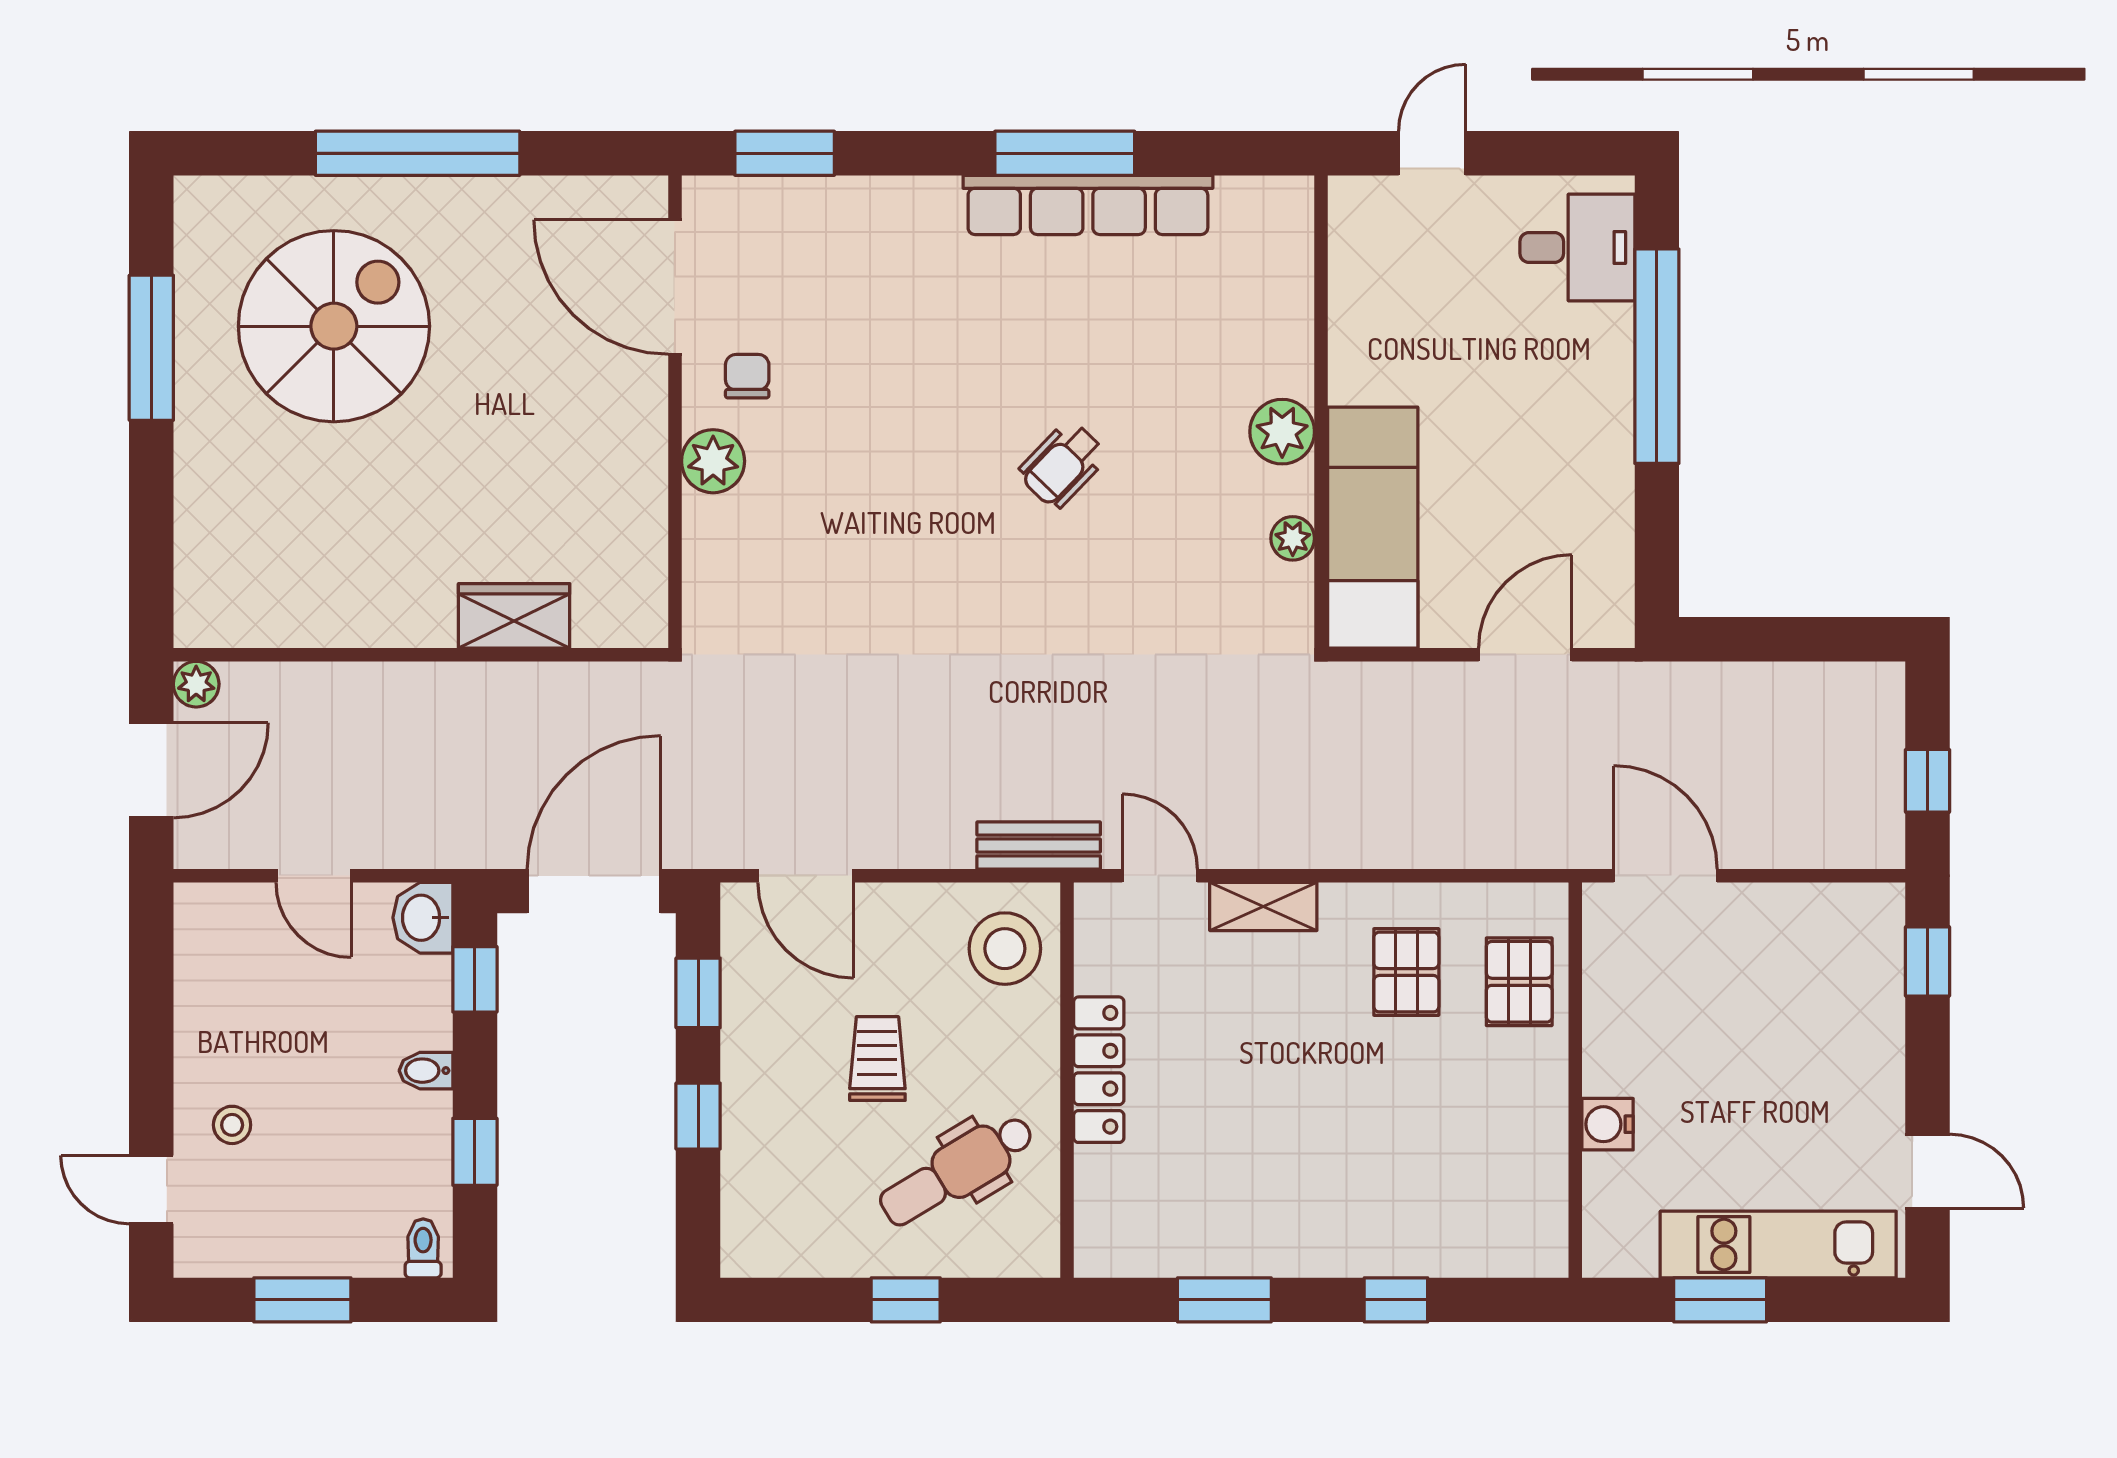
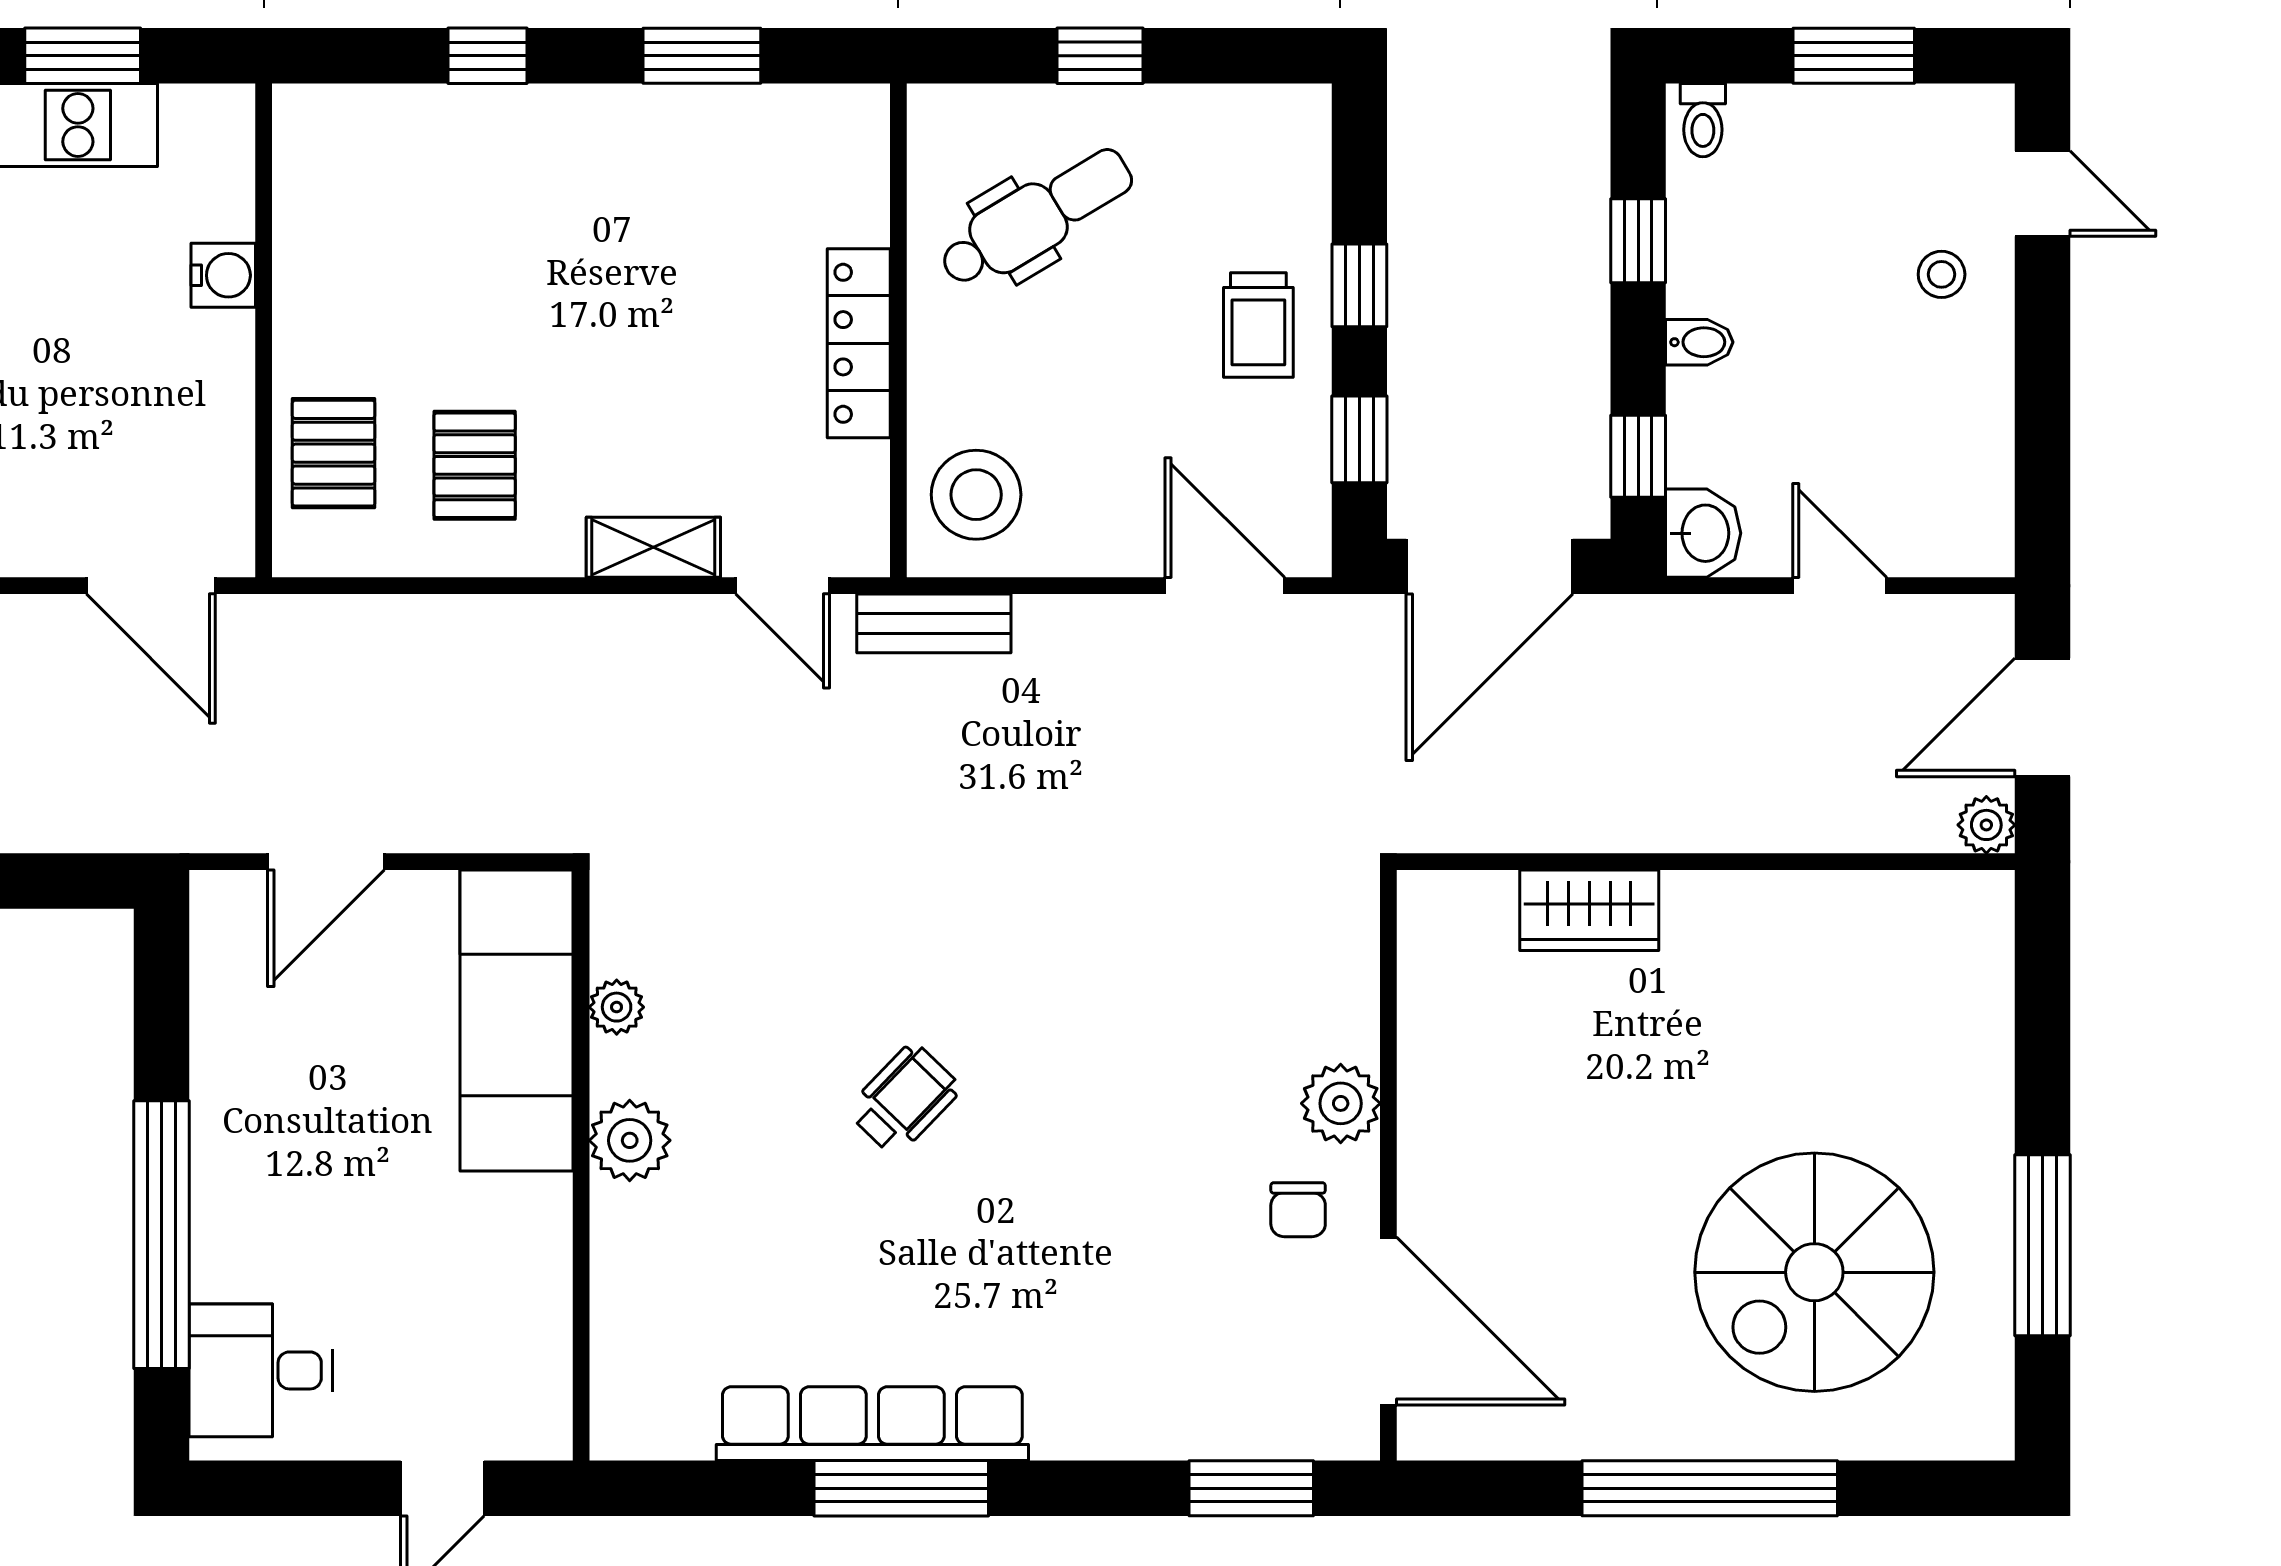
trolley: (877, 1059) -> (1258, 325), moved

